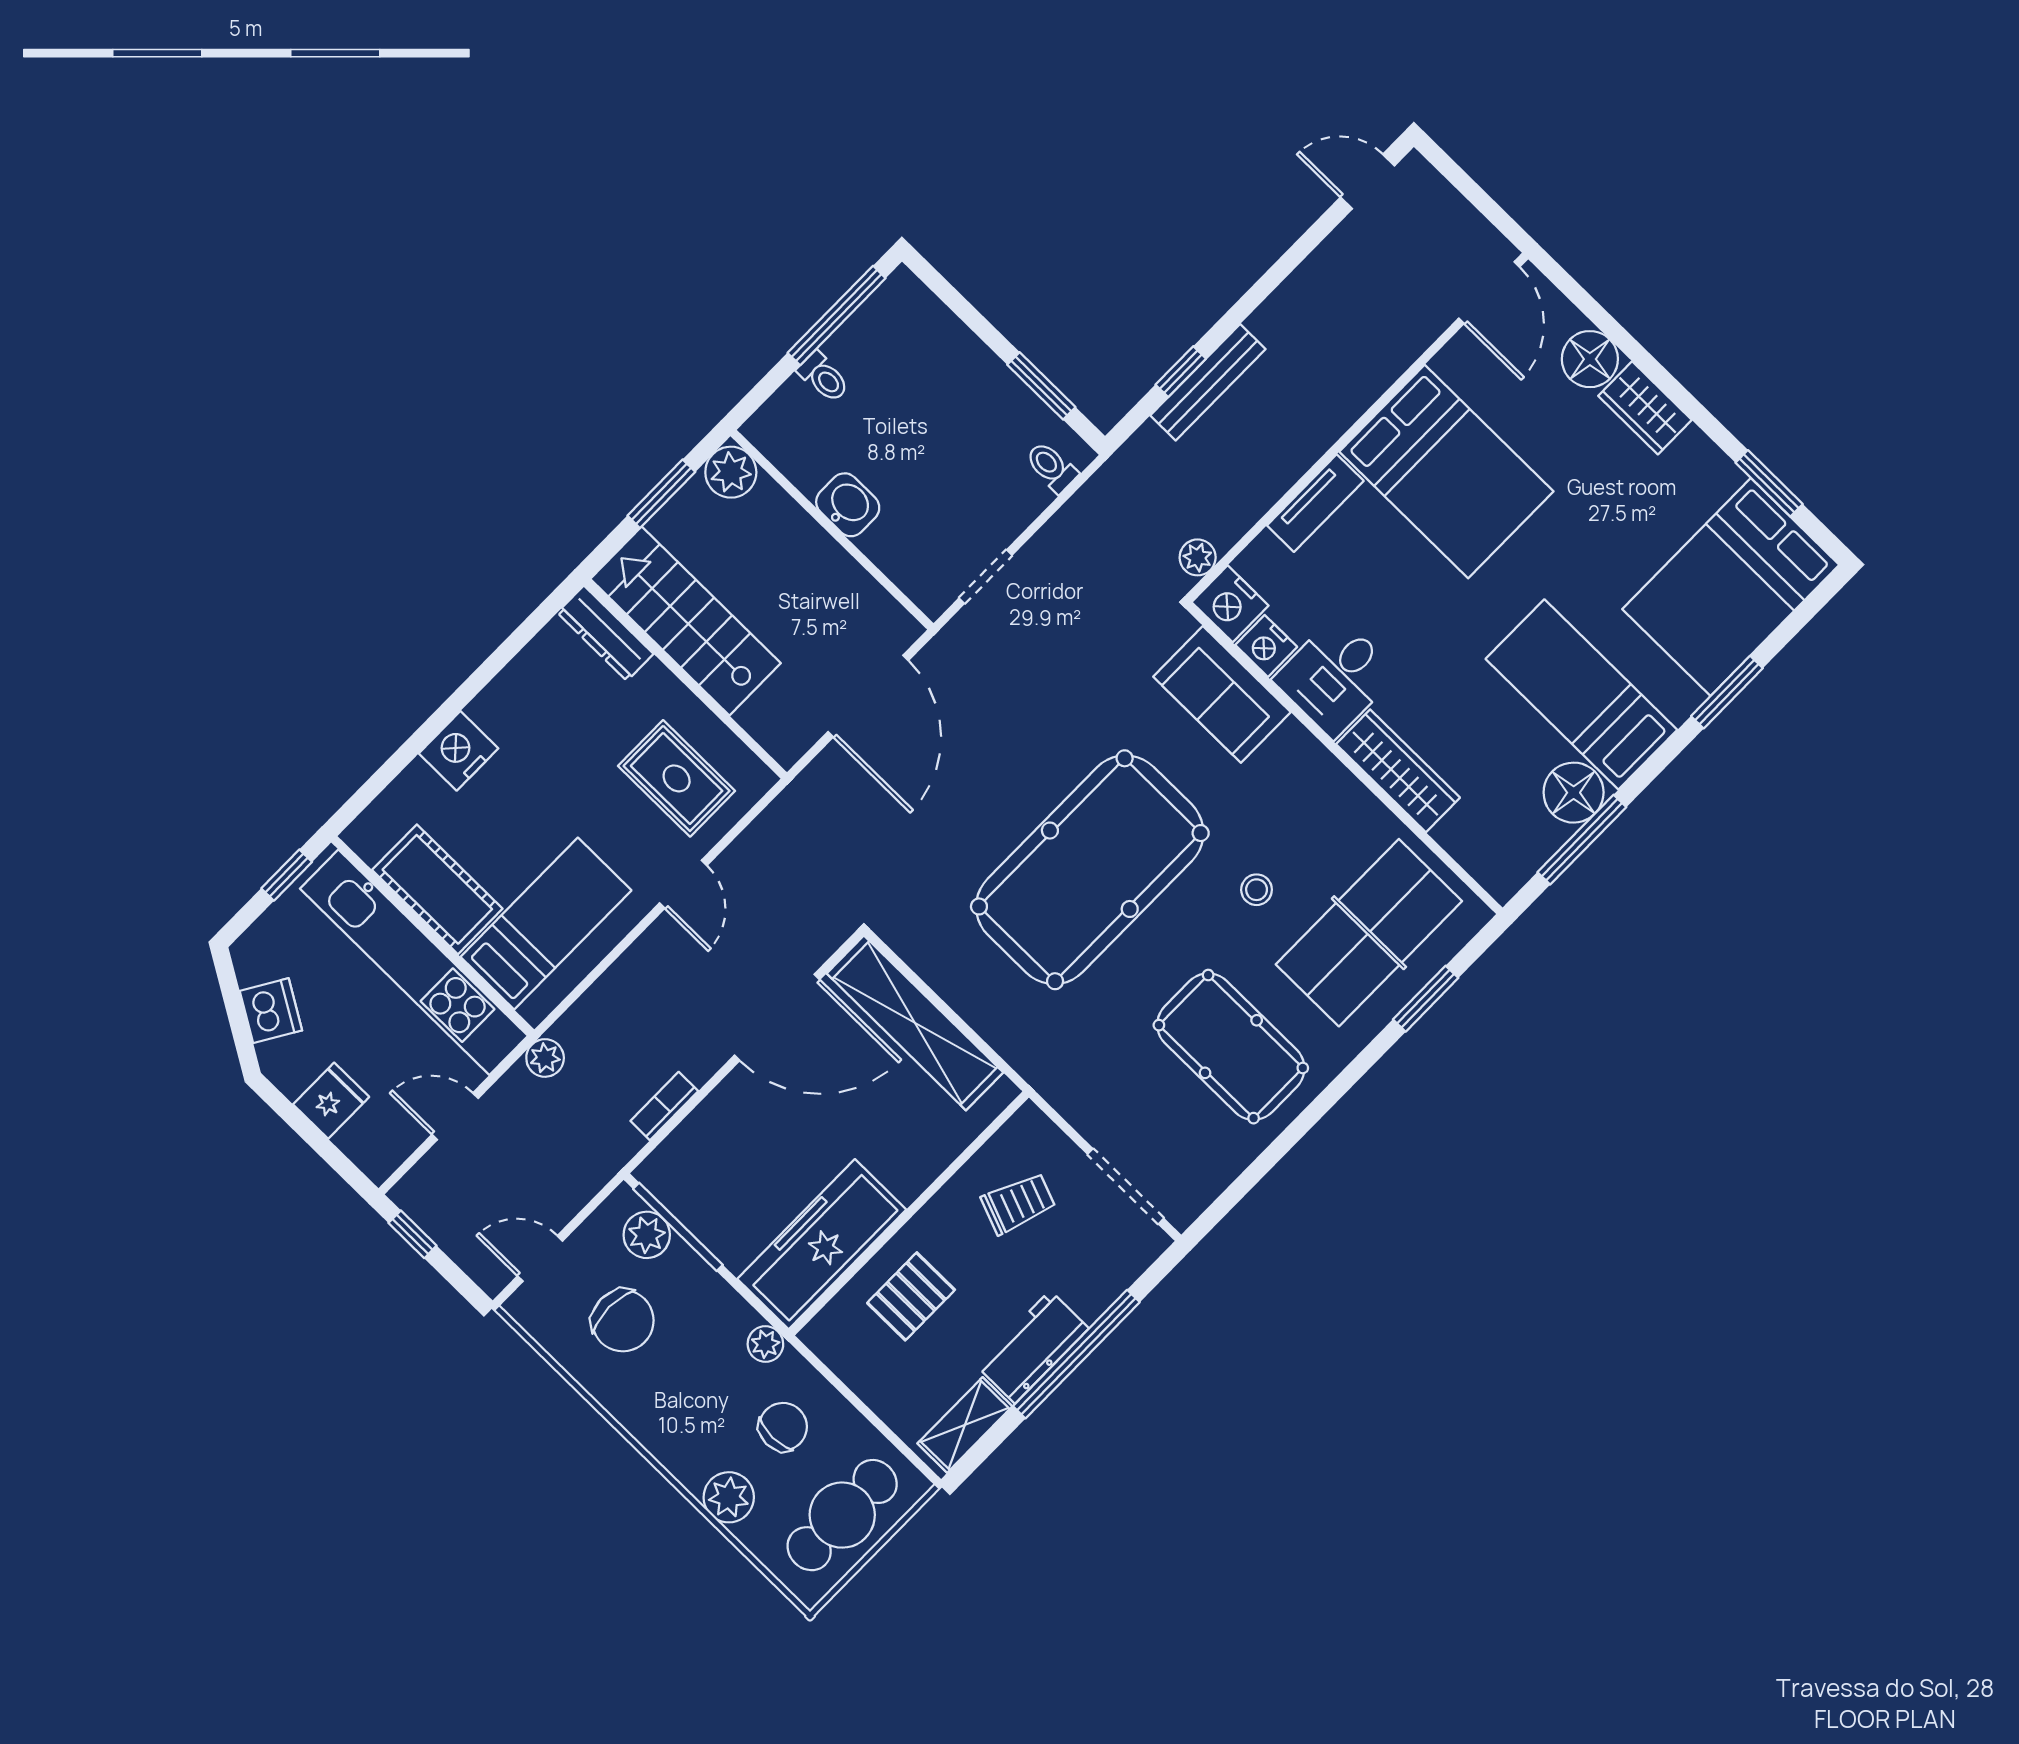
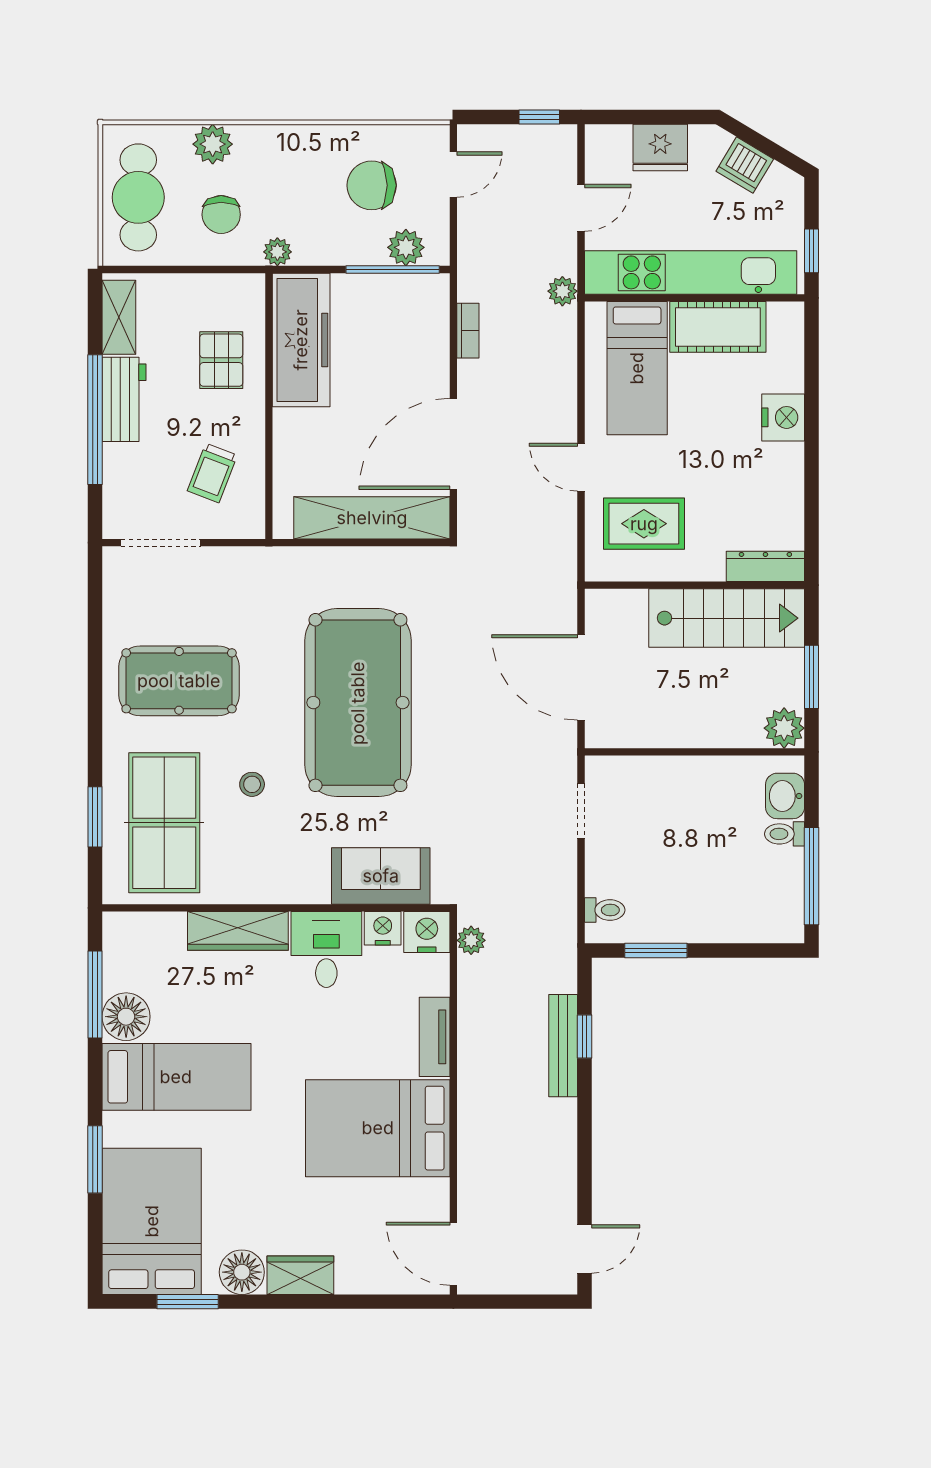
floor lamp: (1590, 359) -> (242, 1272), moved
washbasin: (848, 505) -> (785, 796), moved, turned 90
fridge: (331, 1101) -> (660, 148), width x1.38

